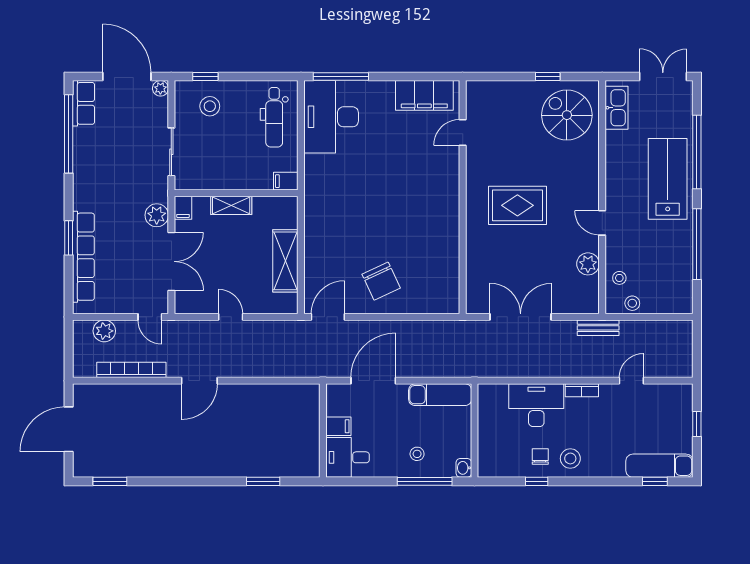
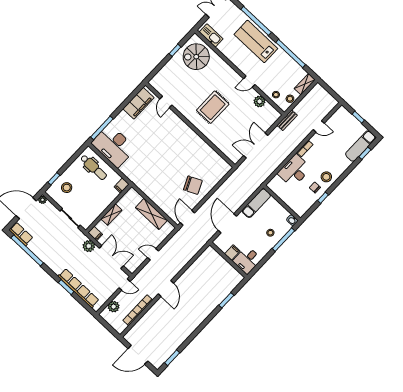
shelving: (673, 305) -> (305, 84), added
door: (631, 381) -> (319, 126), swing flipped
door: (69, 429) -> (138, 355), hinge flipped

